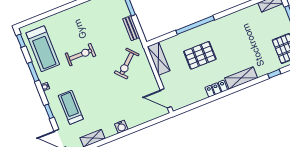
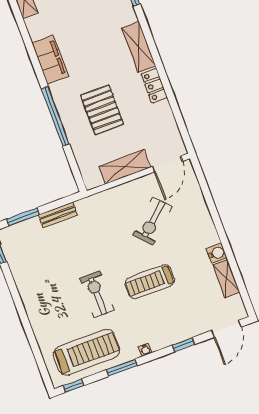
filing cabinet: (232, 21) -> (50, 60), added
shelving: (159, 59) -> (125, 167), moved
exercise bike: (127, 64) -> (153, 221), moved, turned 90
treadmill: (71, 107) -> (150, 282), moved
water cooler: (121, 127) -> (217, 253), moved

